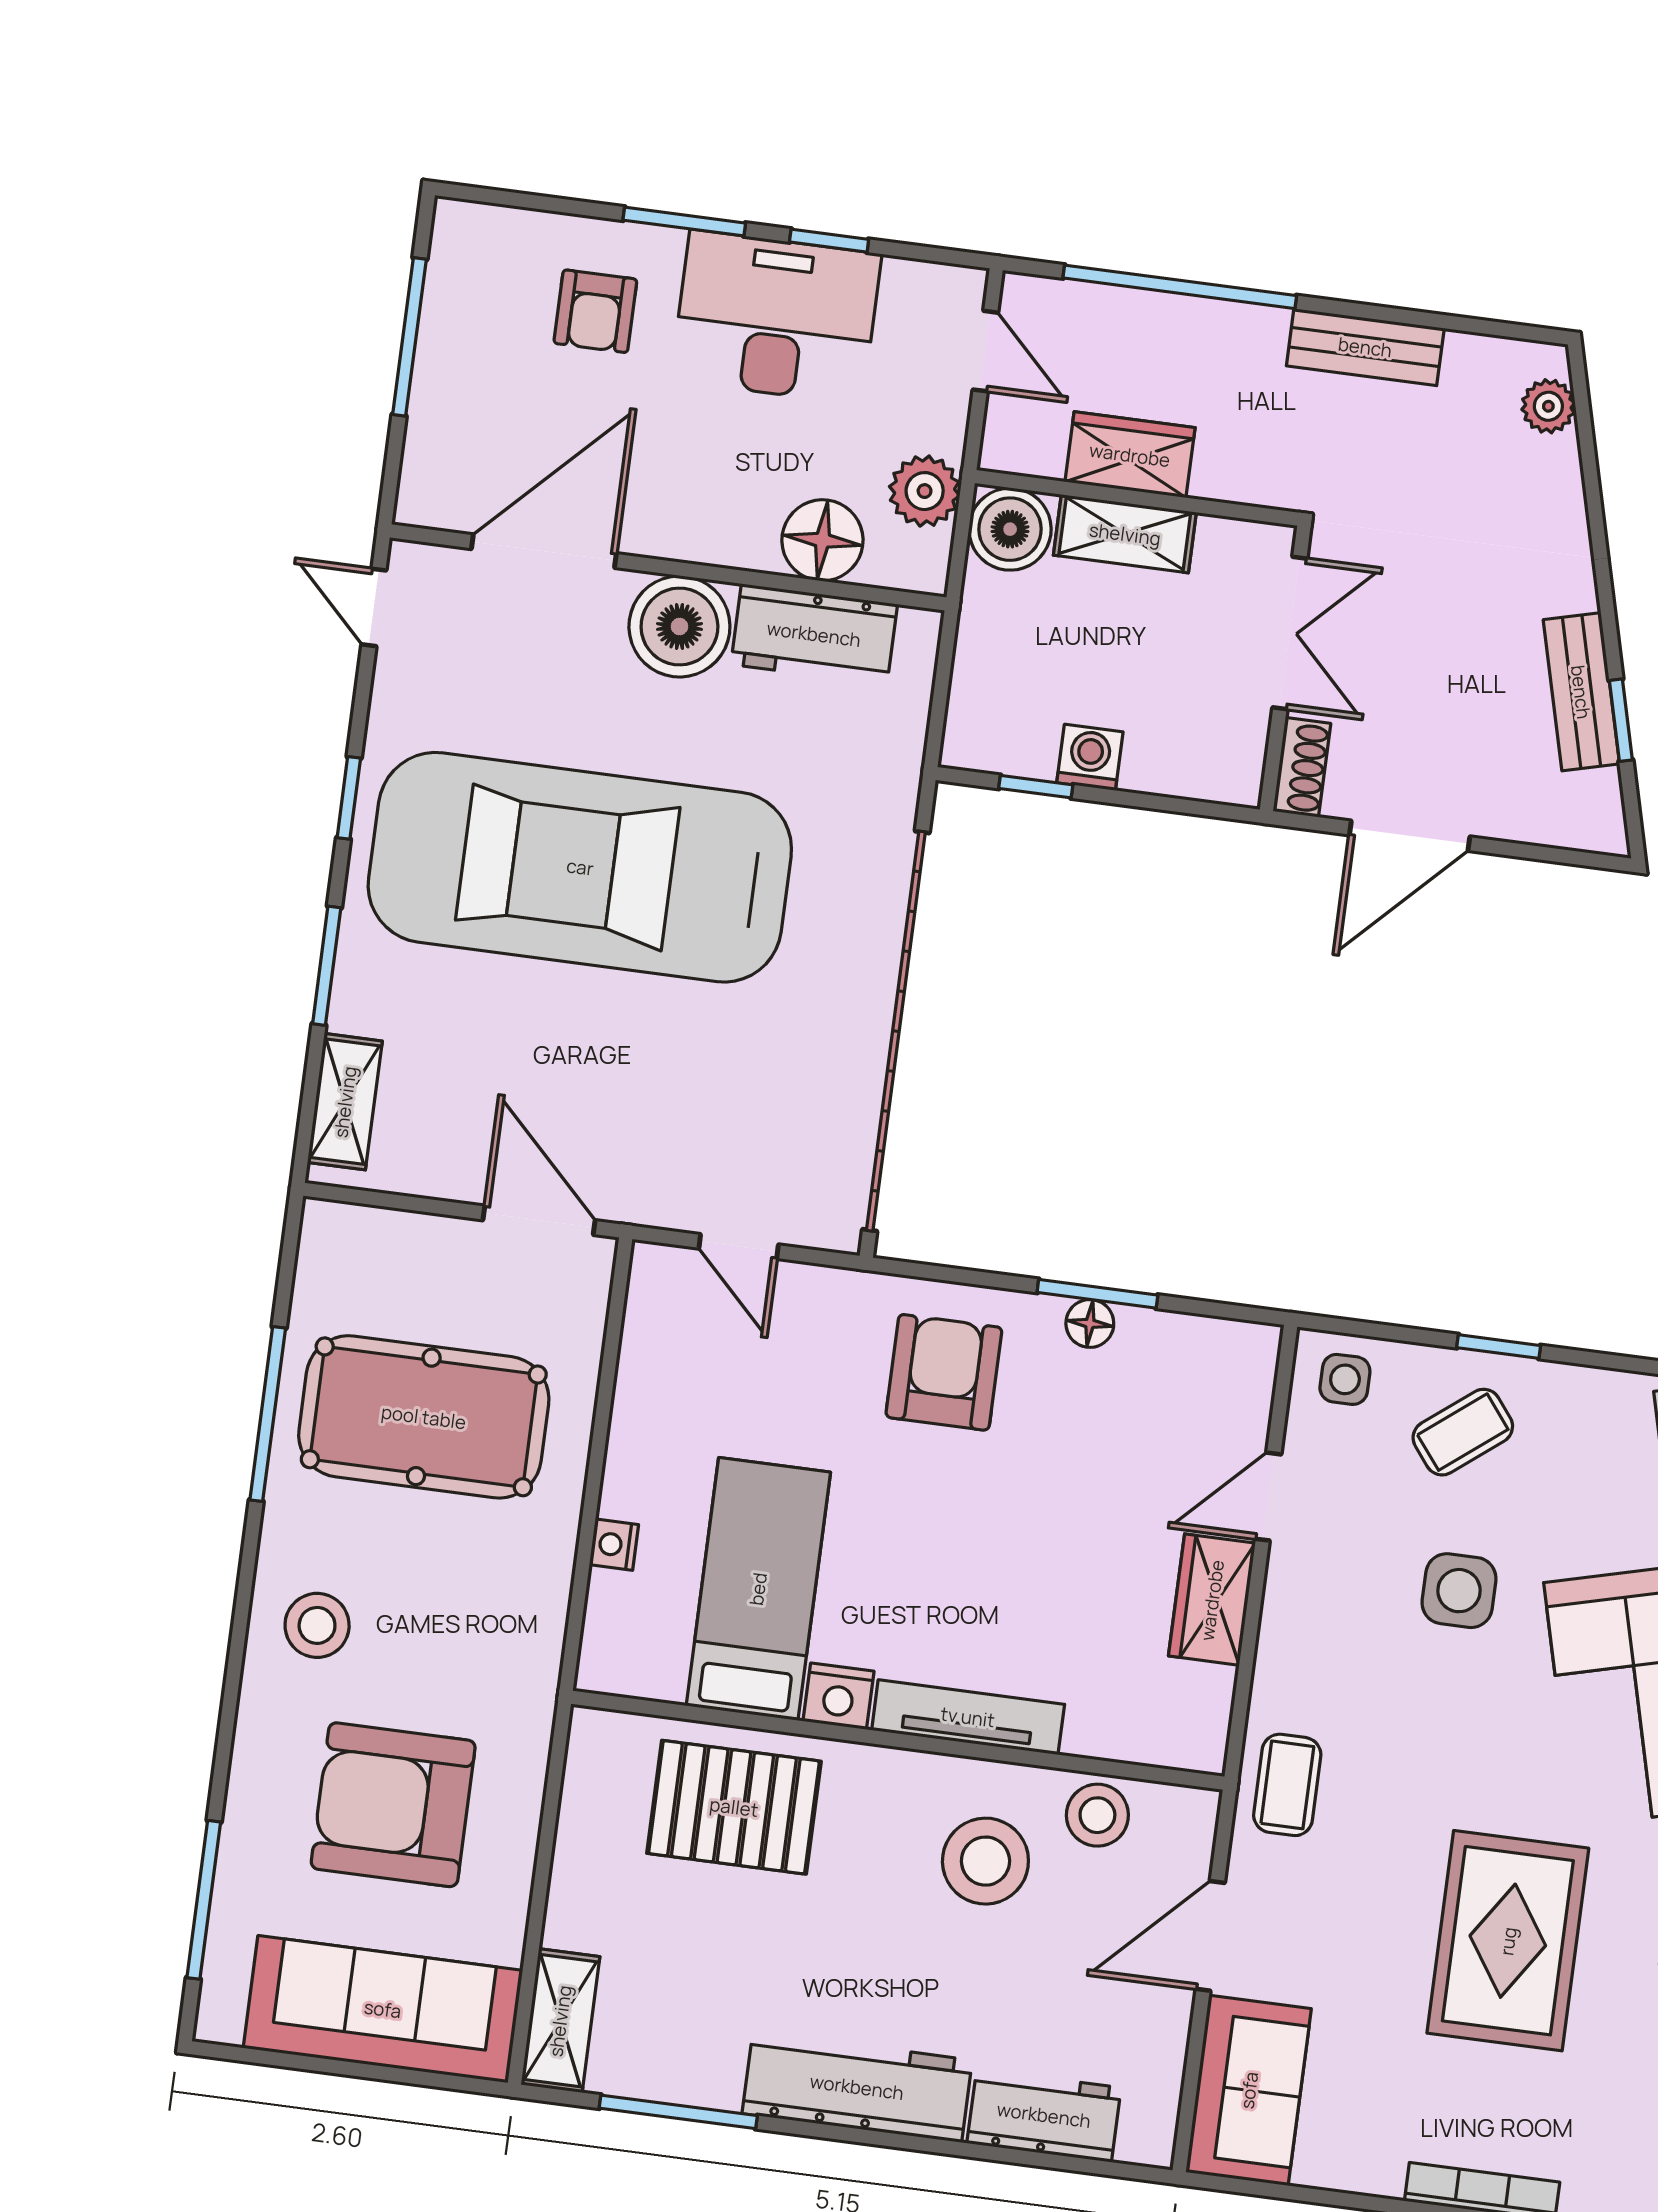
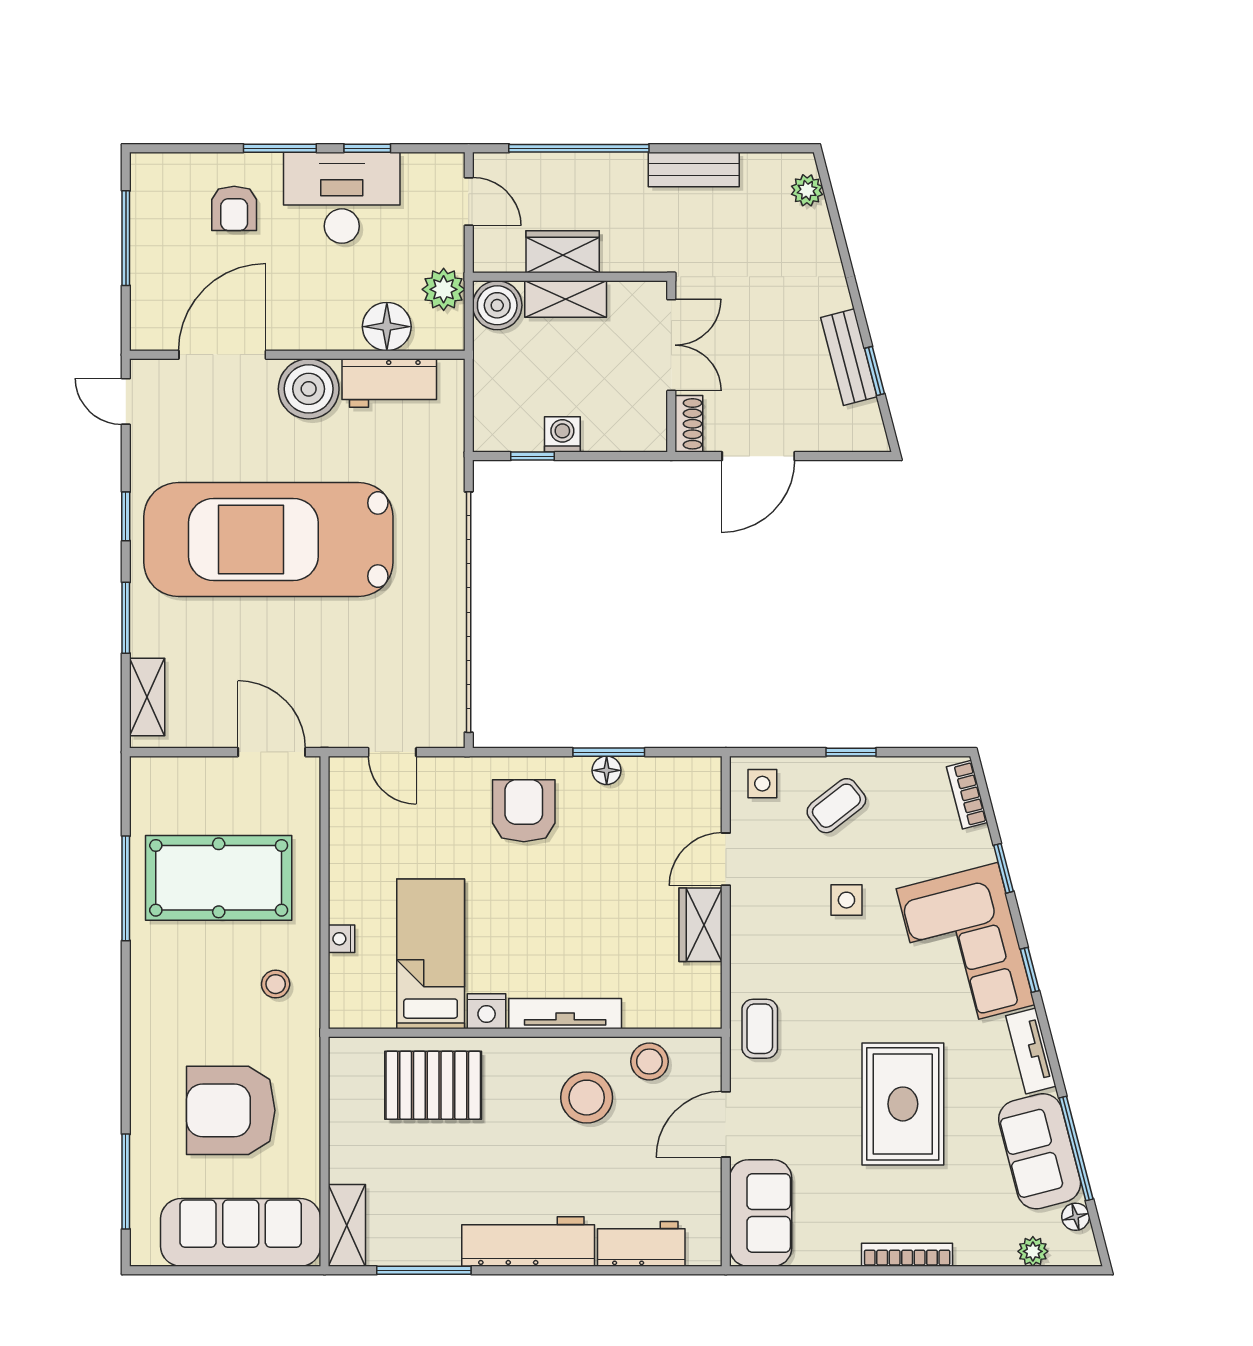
side table: (1459, 1591) -> (846, 900), width x0.73, depth x0.73
stool: (317, 1625) -> (276, 984), moved, width x0.73, depth x0.73

